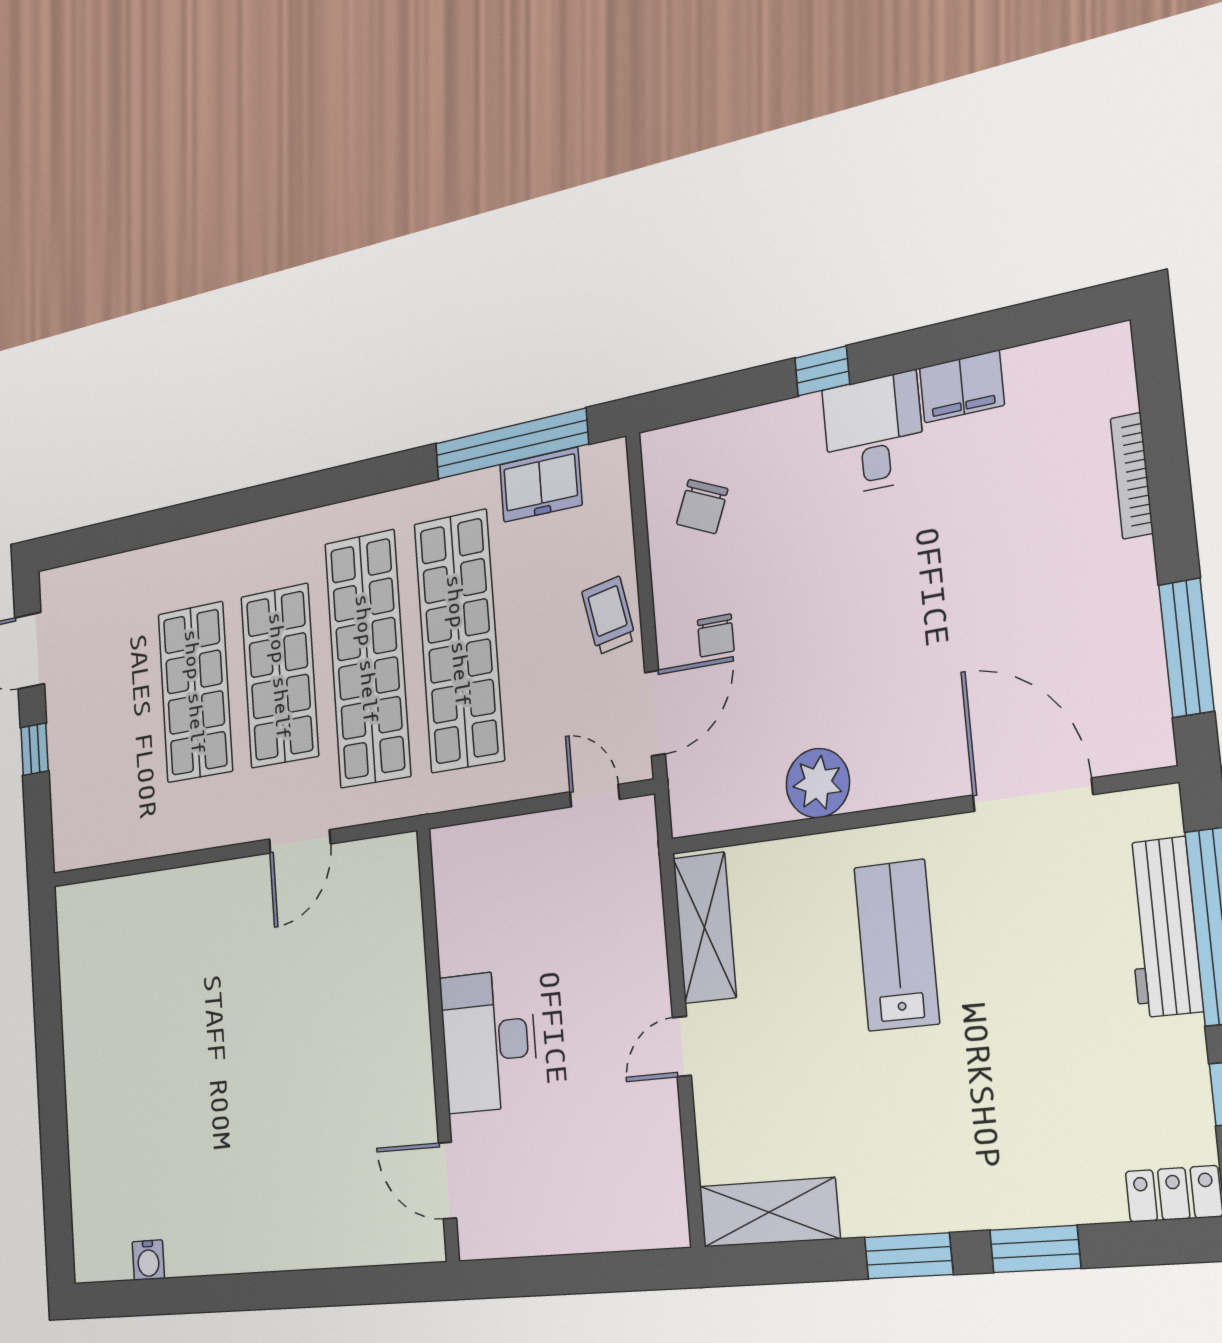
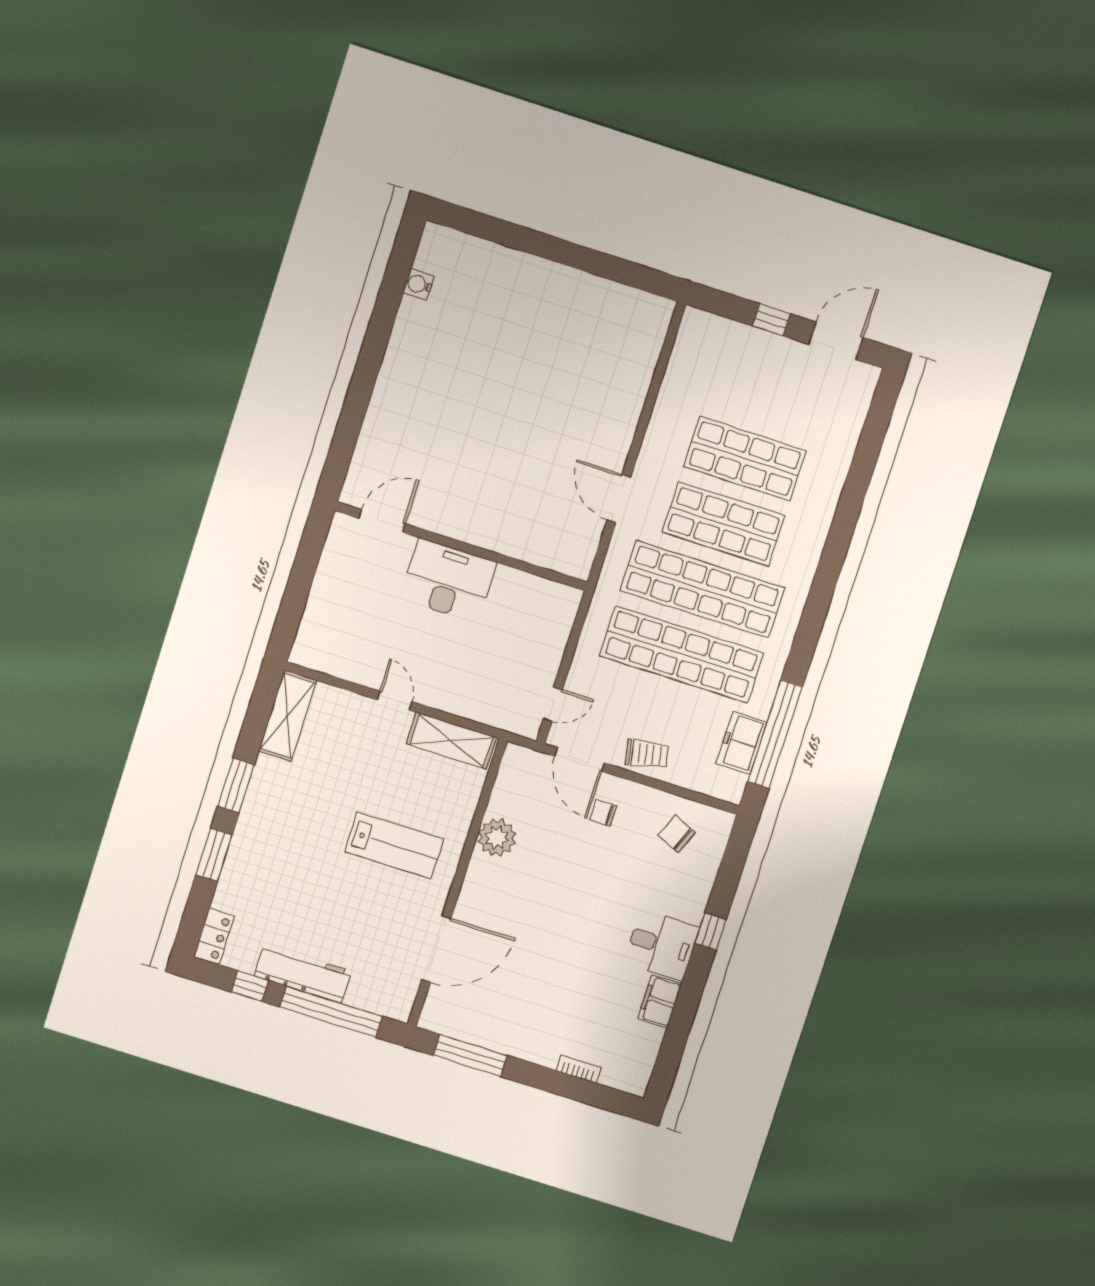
bookcase: (1132, 476) -> (579, 1069), width x0.64
workbench: (1163, 927) -> (303, 974), moved

